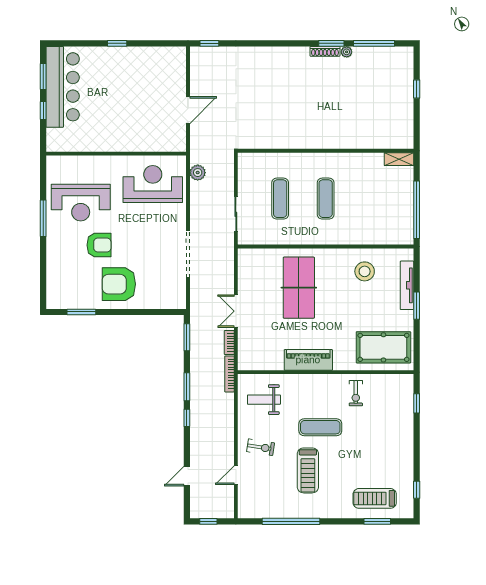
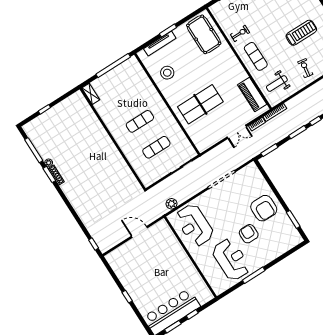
piano: (308, 360) -> (252, 95), moved
weight bench: (264, 400) -> (277, 84), turned 90
exercise mat: (320, 427) -> (256, 56), moved

